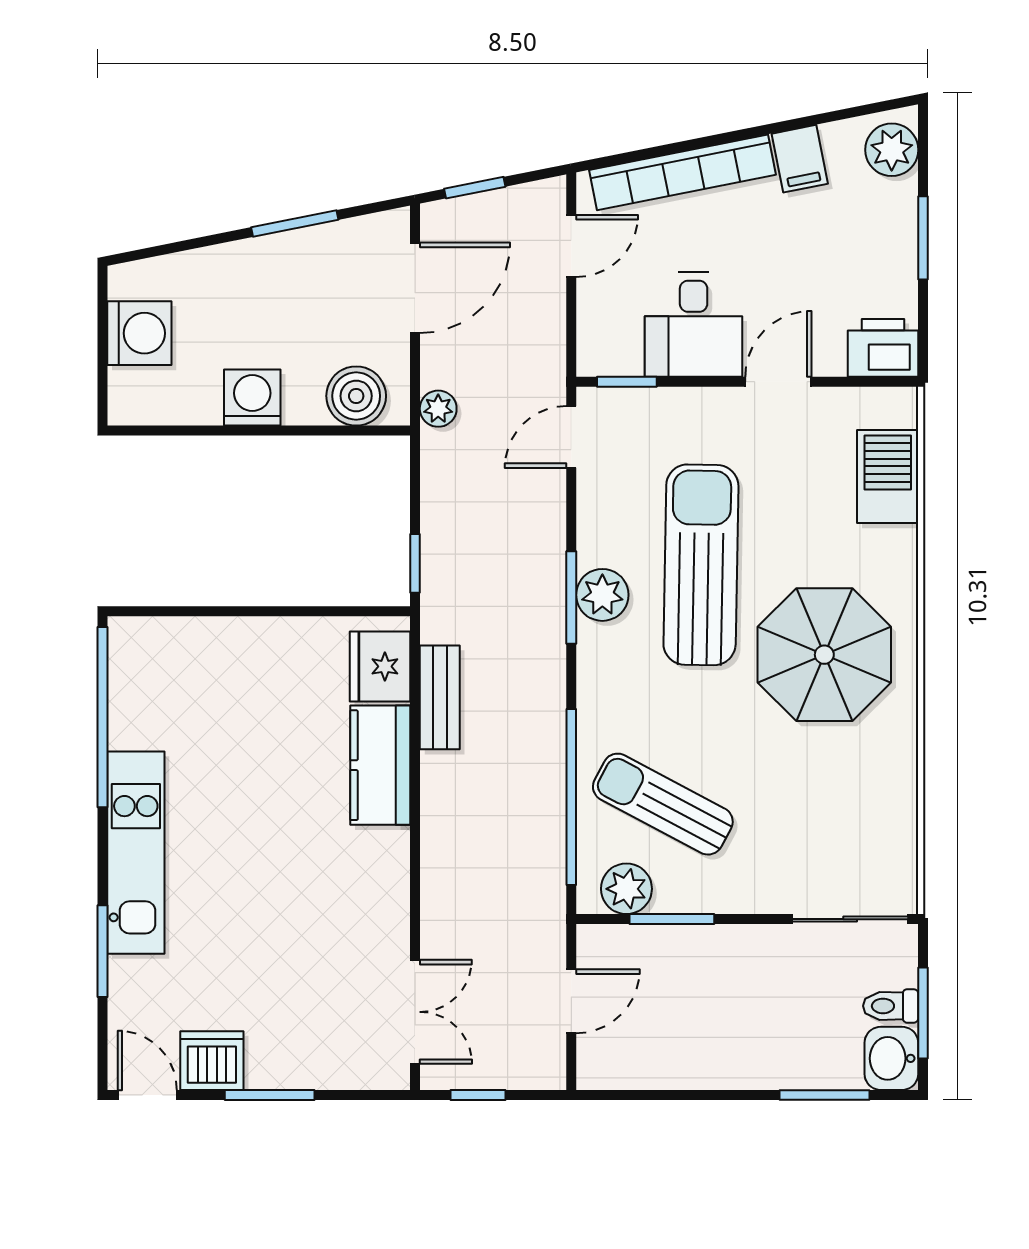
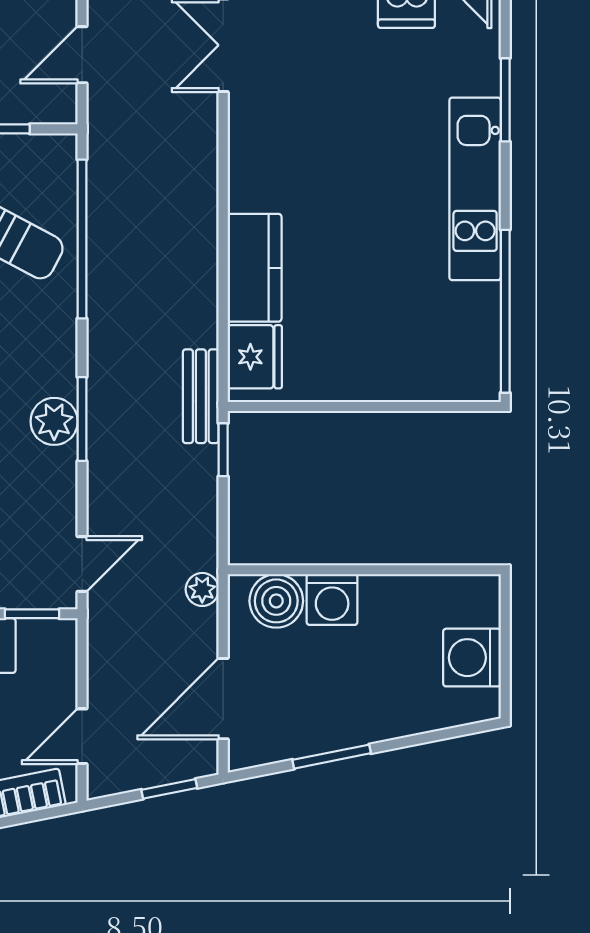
washing machine: (252, 398) -> (332, 600), moved
bench: (440, 697) -> (201, 396), moved
plant: (626, 889) -> (32, 156), removed

